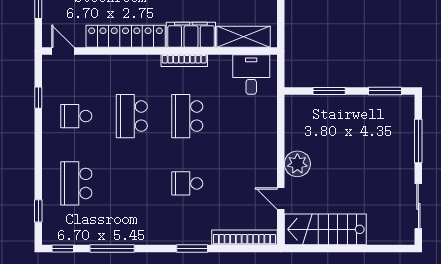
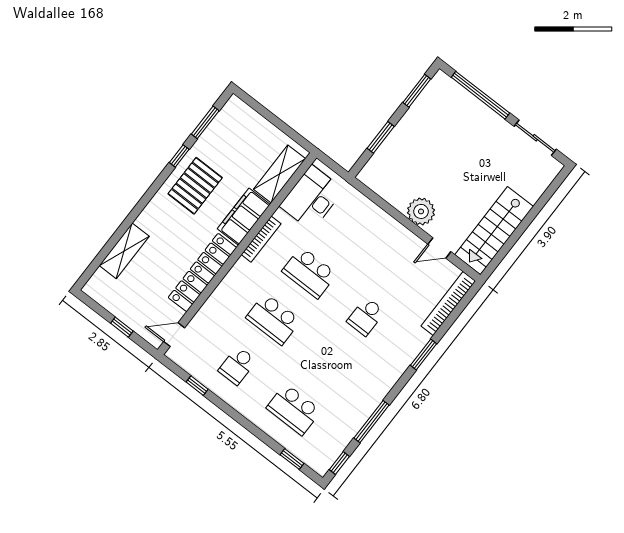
desk: (251, 75) -> (312, 198), width x1.37
window: (418, 141) -> (480, 95), width x1.46

